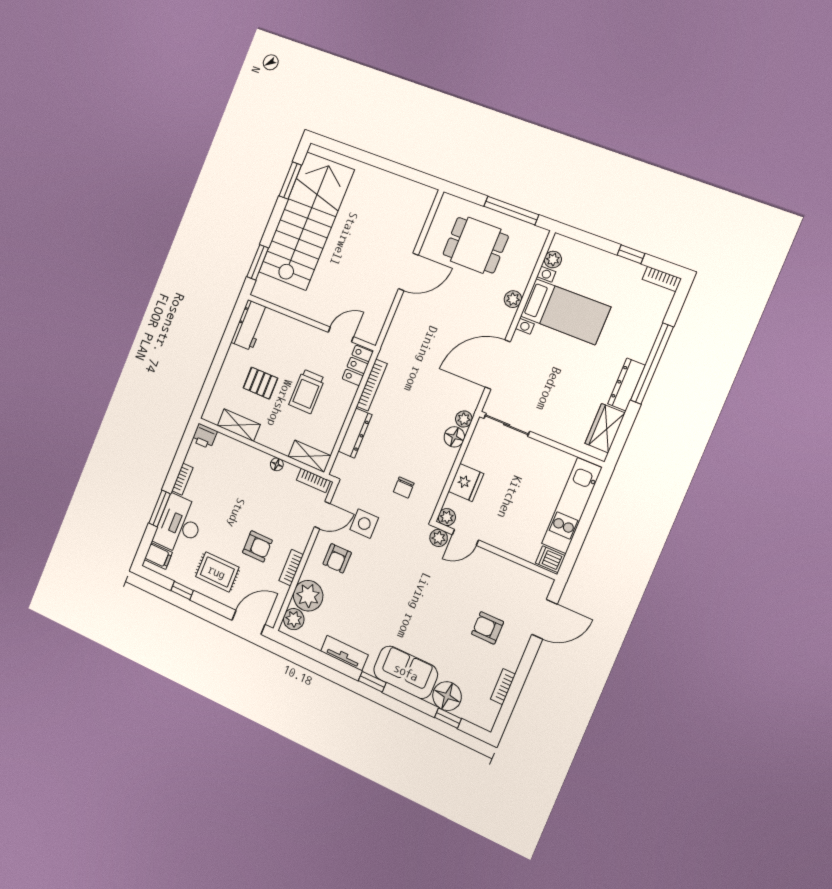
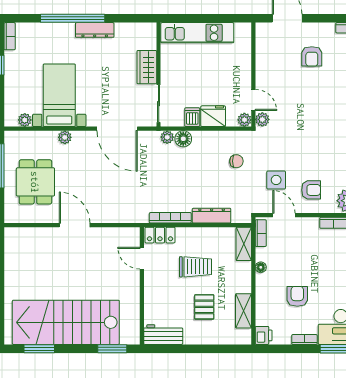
wardrobe: (605, 428) -> (147, 67), moved, turned 90
armchair: (257, 546) -> (297, 296), moved
dishwasher: (550, 559) -> (192, 117), moved, turned 180

